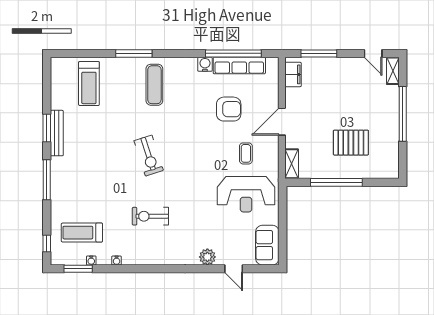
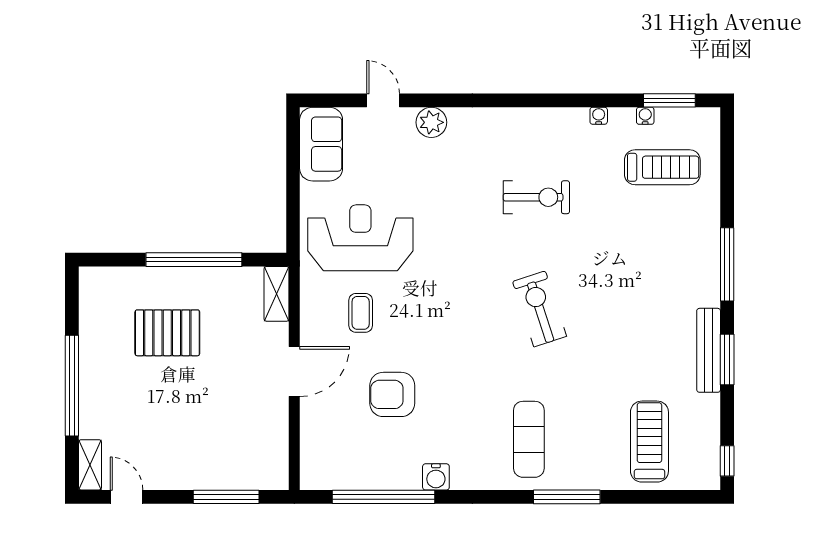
row of seats: (239, 66) -> (373, 475), removed
filing cabinet: (293, 74) -> (274, 458), removed
window: (47, 244) -> (727, 461), moved

